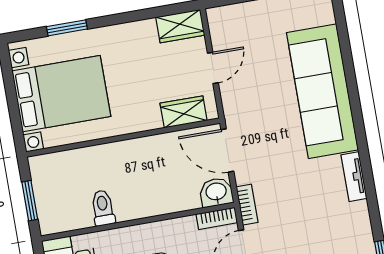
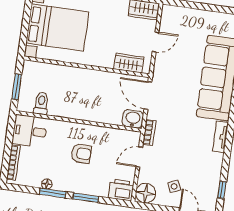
toilet: (103, 208) -> (41, 103), moved
bookcase: (217, 218) -> (128, 135), removed

